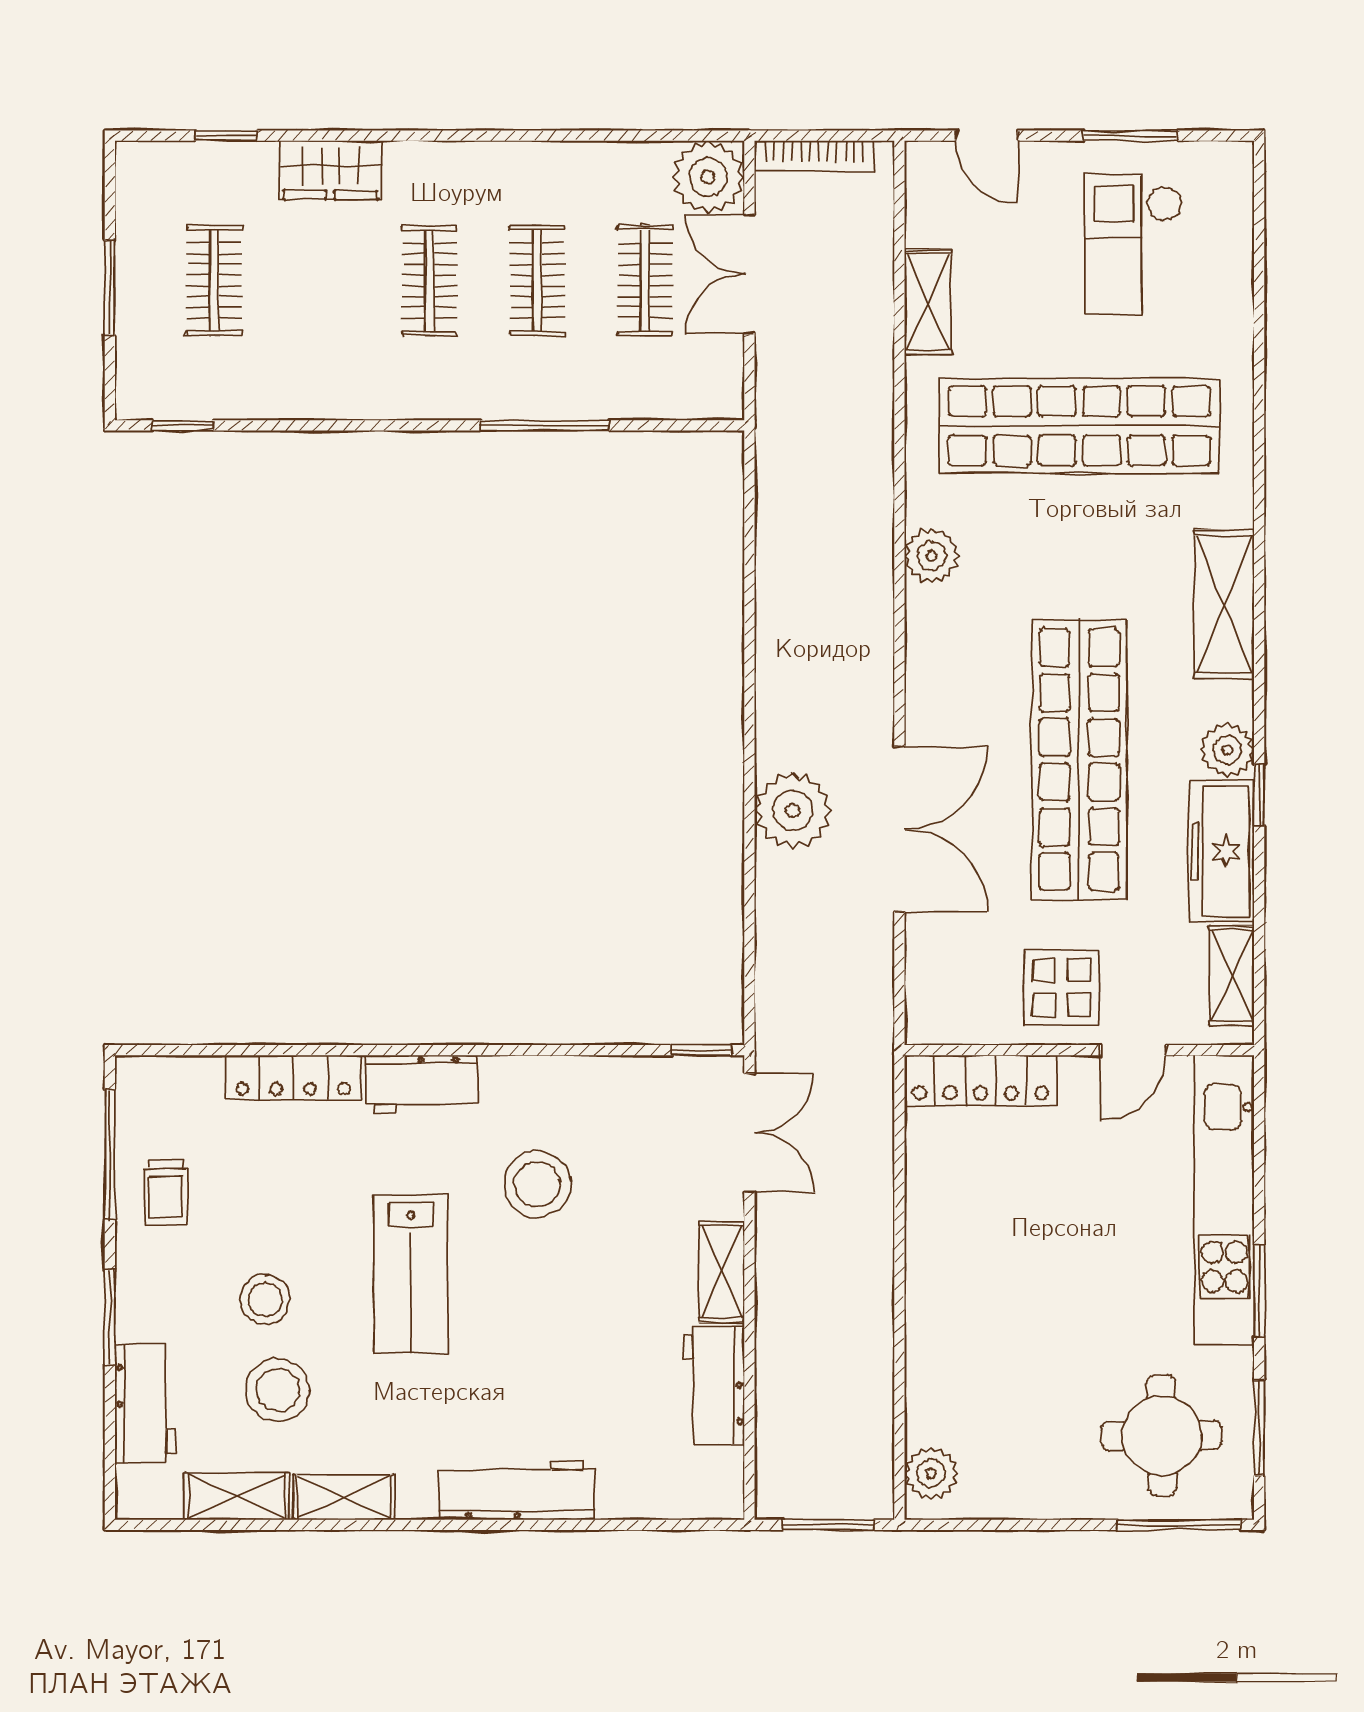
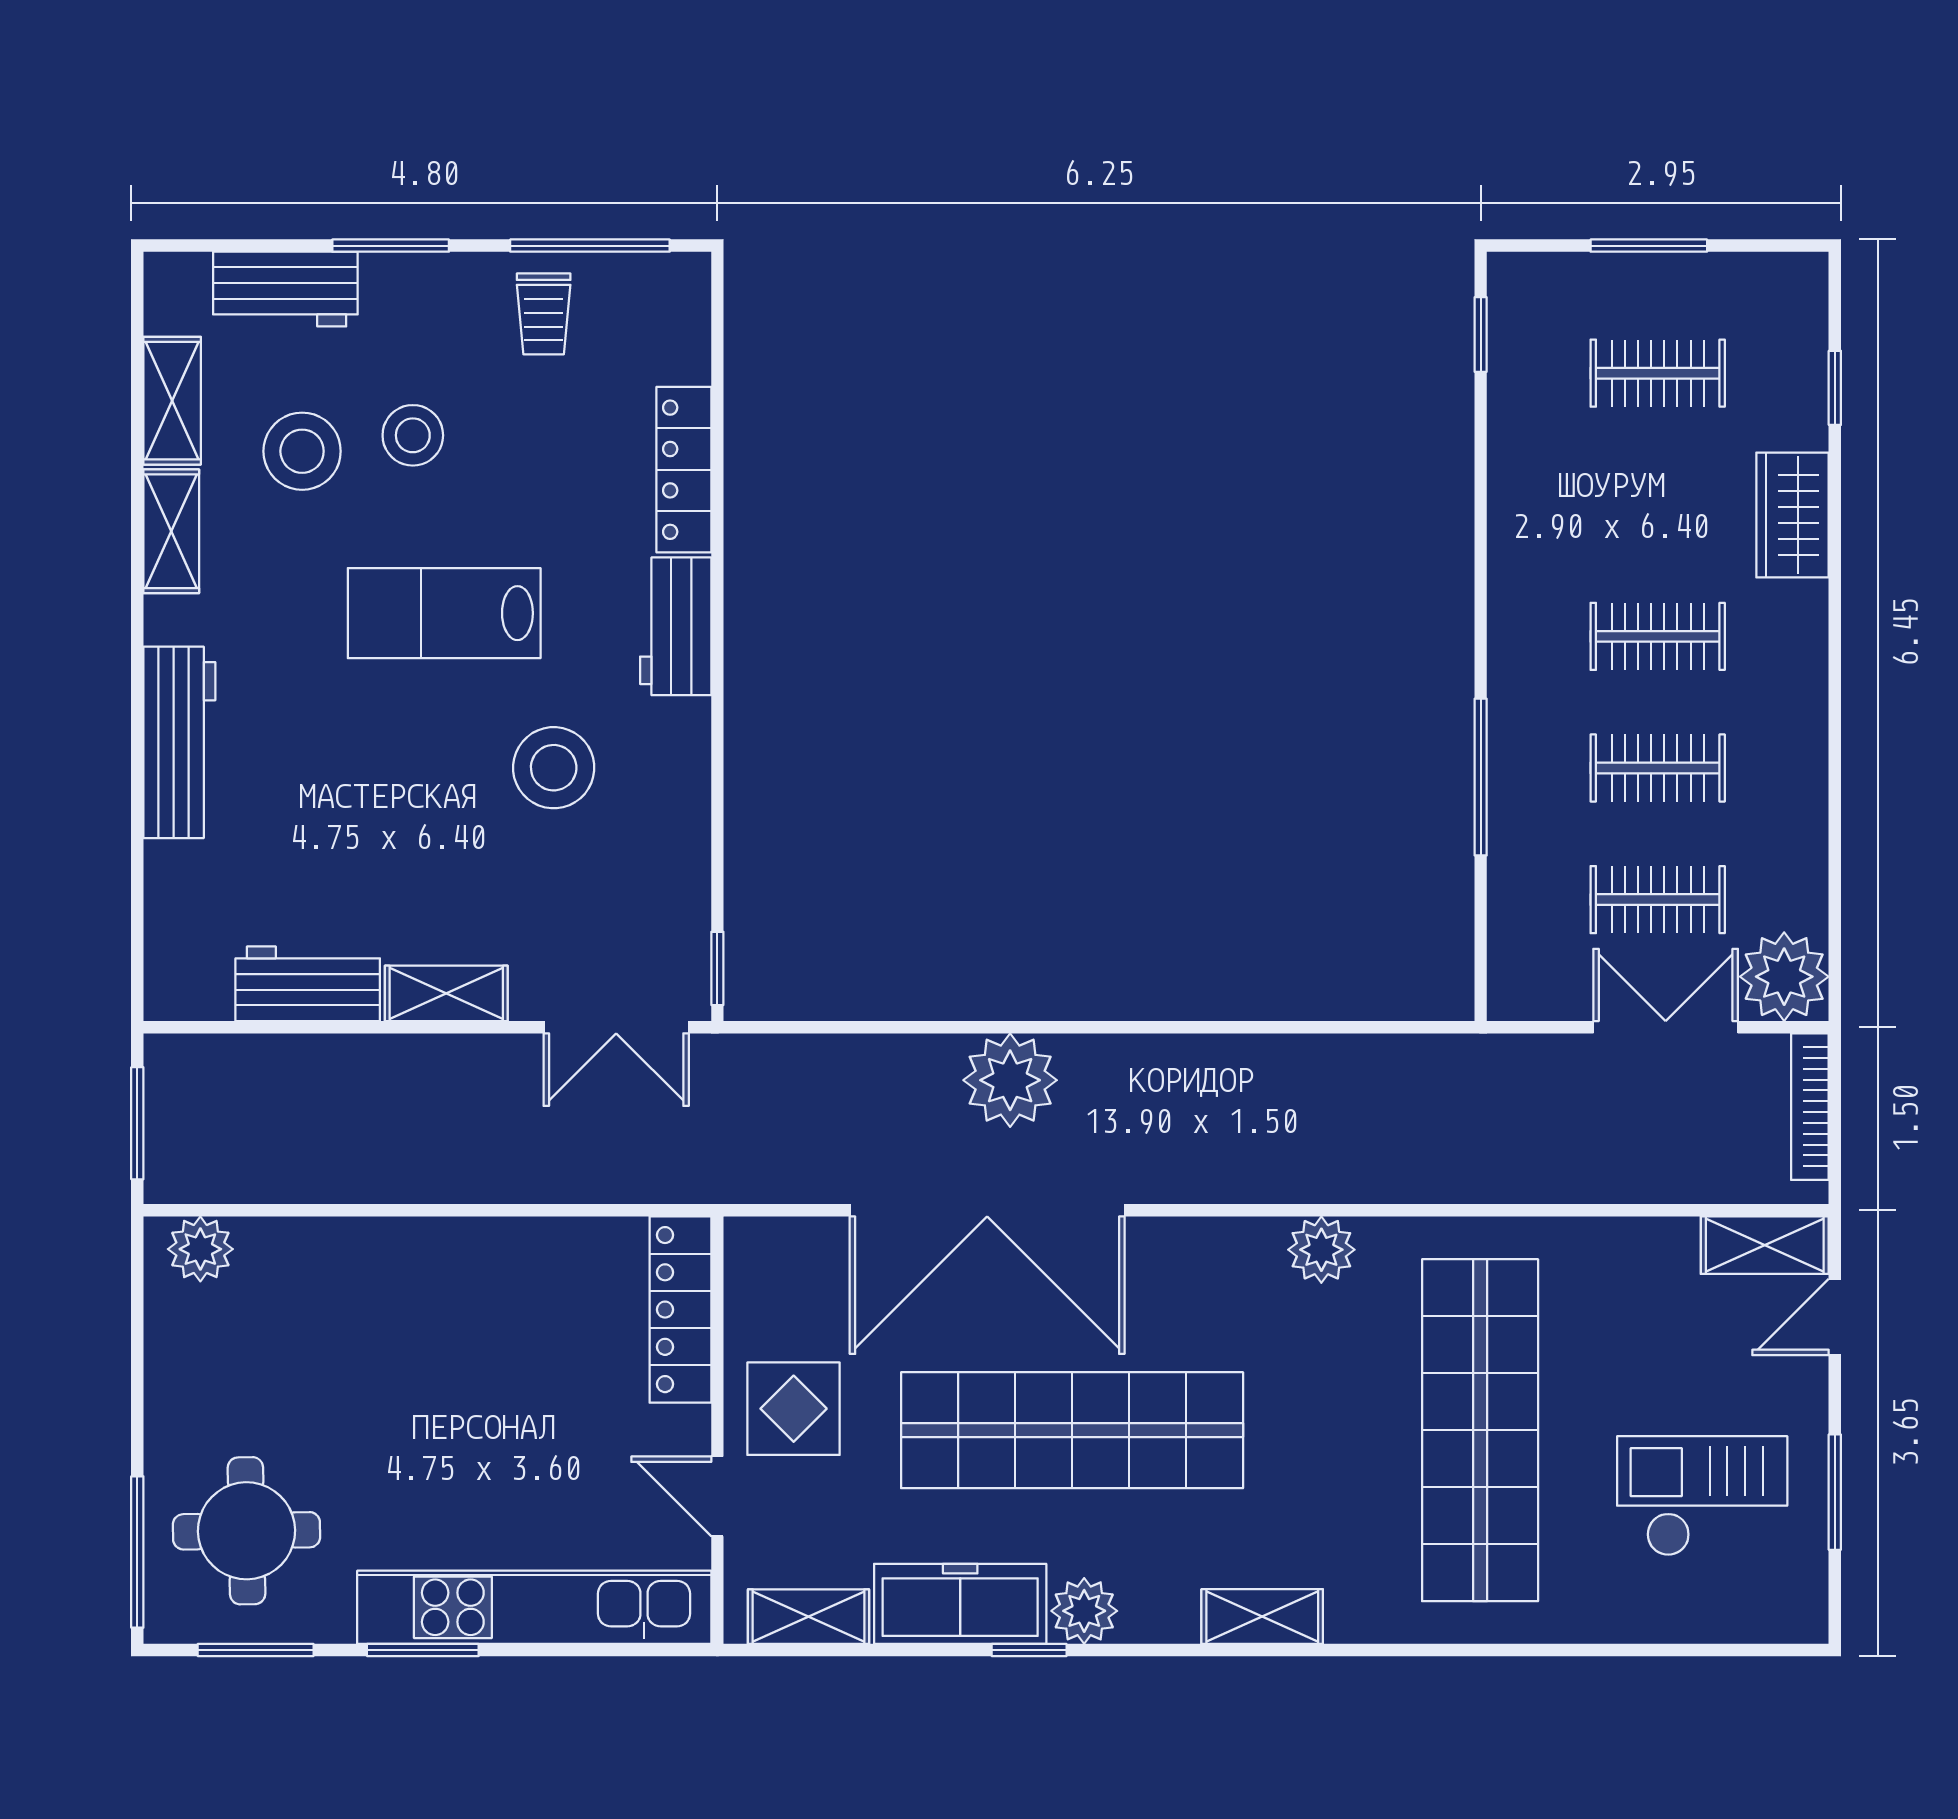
shelving: (928, 302) -> (1765, 1245), moved
shelving: (1224, 604) -> (1262, 1617), width x0.67, depth x0.75
double door: (899, 829) -> (987, 1210), width x1.36
trolley: (166, 1192) -> (544, 314), turned -90

